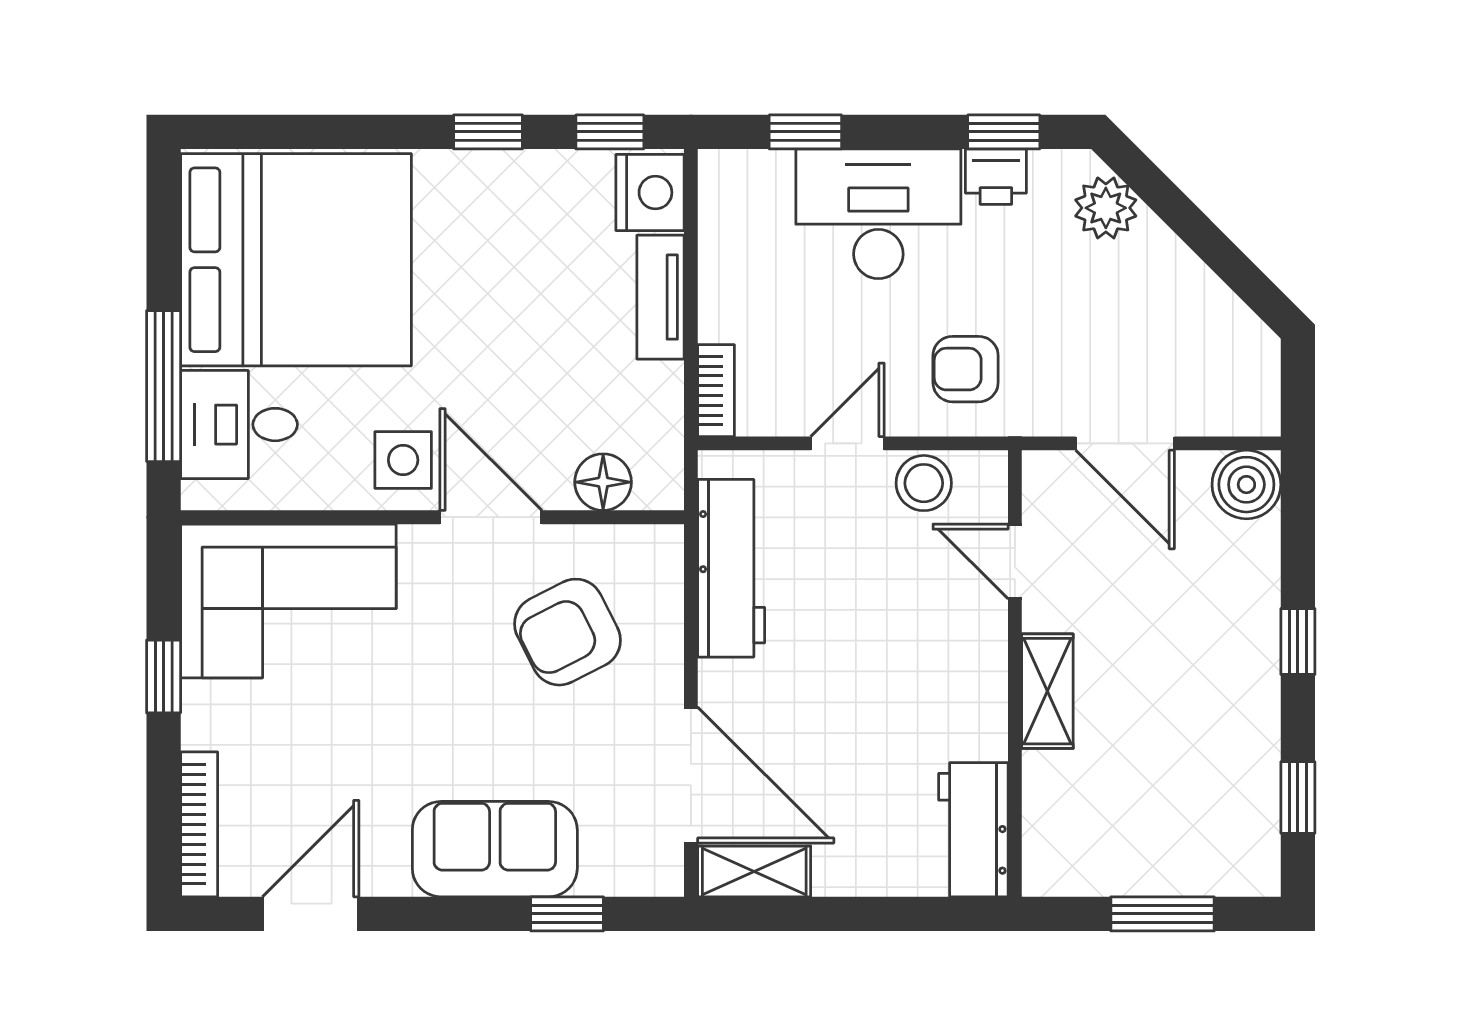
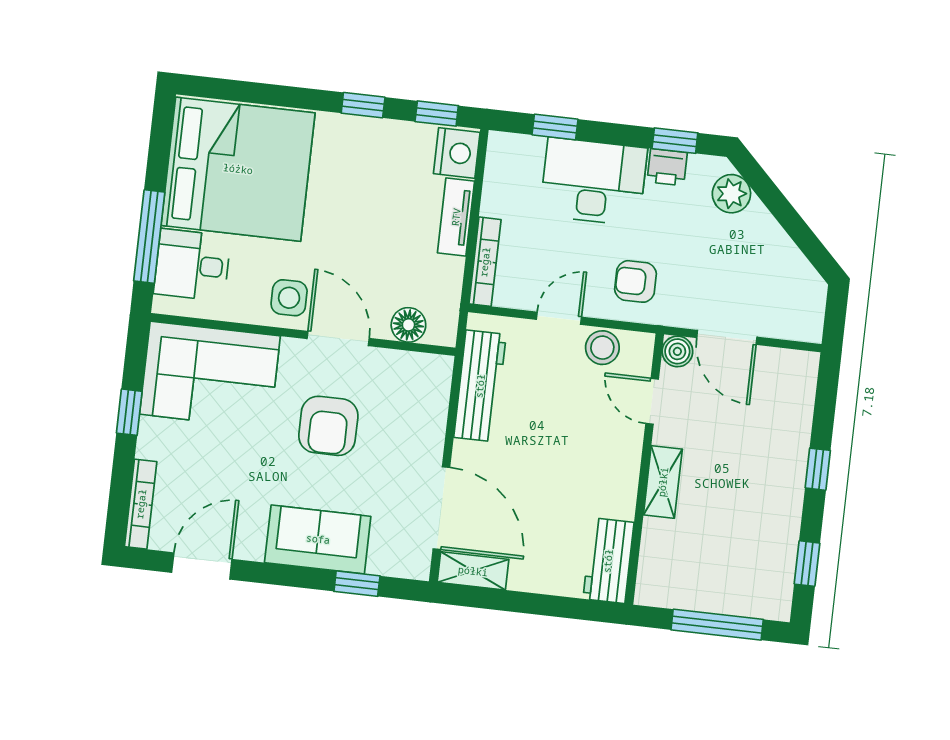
bookcase: (716, 391) -> (485, 262), width x1.56
boiler: (1246, 485) -> (677, 351), moved, width x0.73, depth x0.73
armchair: (568, 632) -> (328, 426), moved, turned -63
window: (1163, 914) -> (717, 625), width x1.44

